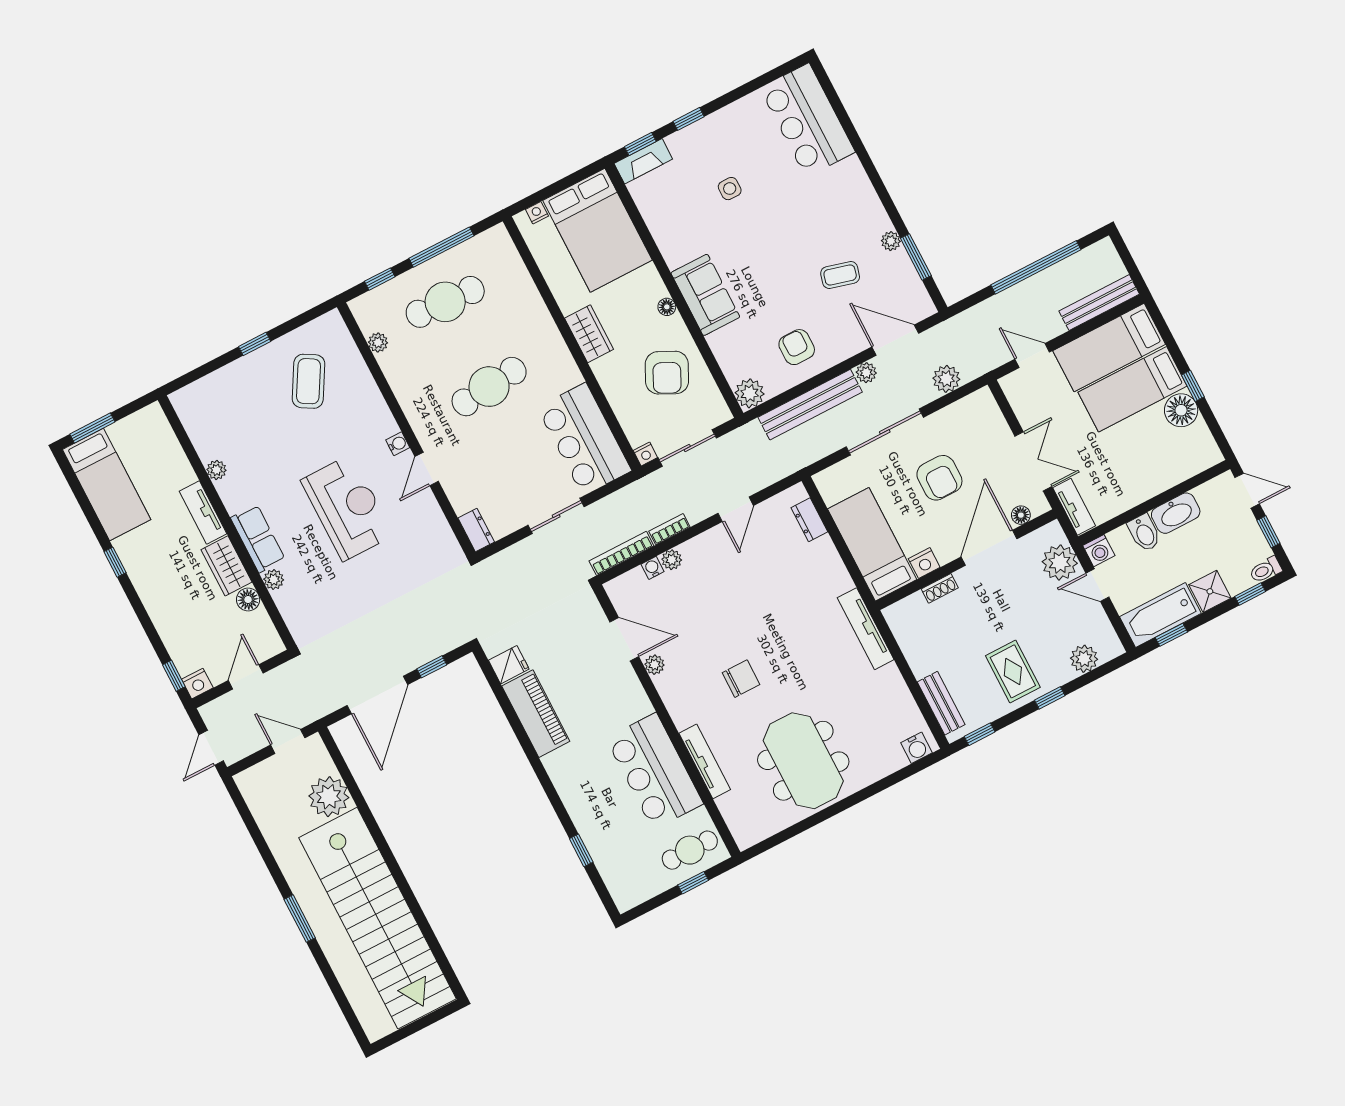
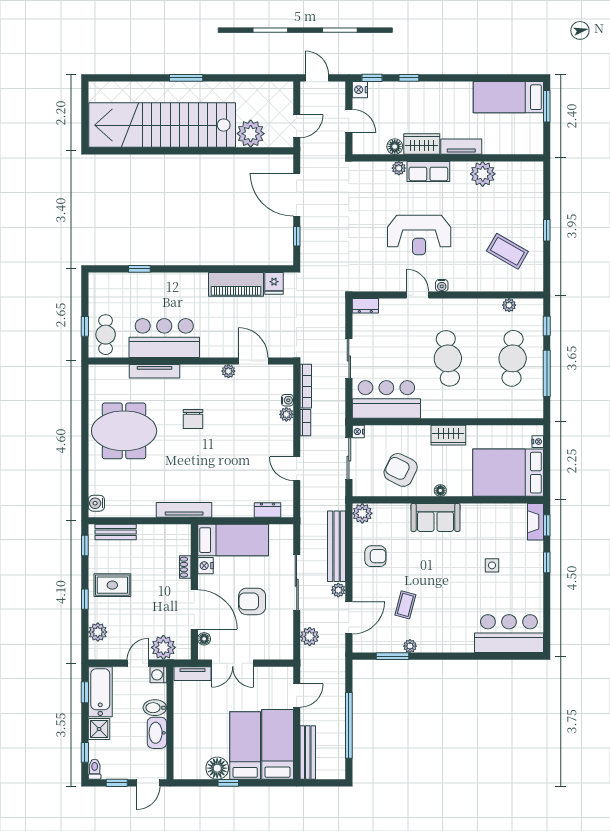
plant: (217, 470) -> (483, 174), width x1.87, depth x1.87
window: (115, 562) -> (409, 78), moved
door: (624, 639) -> (253, 361), swing flipped

